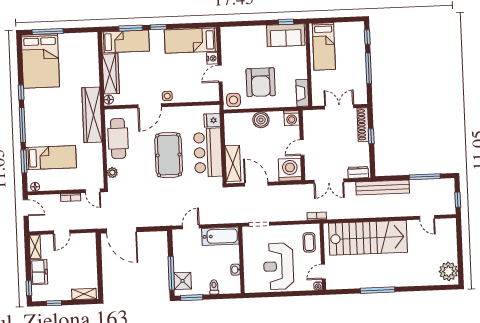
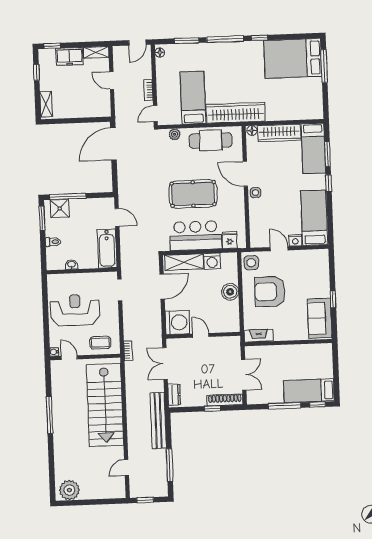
window: (286, 22) -> (333, 299), moved
bed: (324, 46) -> (309, 391), moved
washing machine: (292, 118) -> (212, 261), moved, turned -90
bed: (51, 158) -> (193, 98), moved, turned 180

